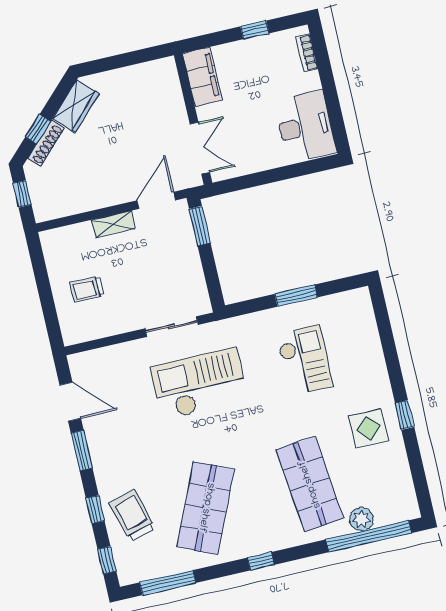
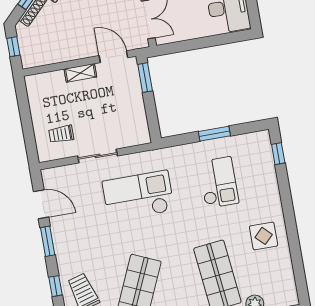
door: (156, 200) -> (113, 57), hinge flipped
trolley: (87, 289) -> (61, 134), moved
sliding door: (171, 327) -> (98, 156), moved
window: (405, 415) -> (278, 154), moved

